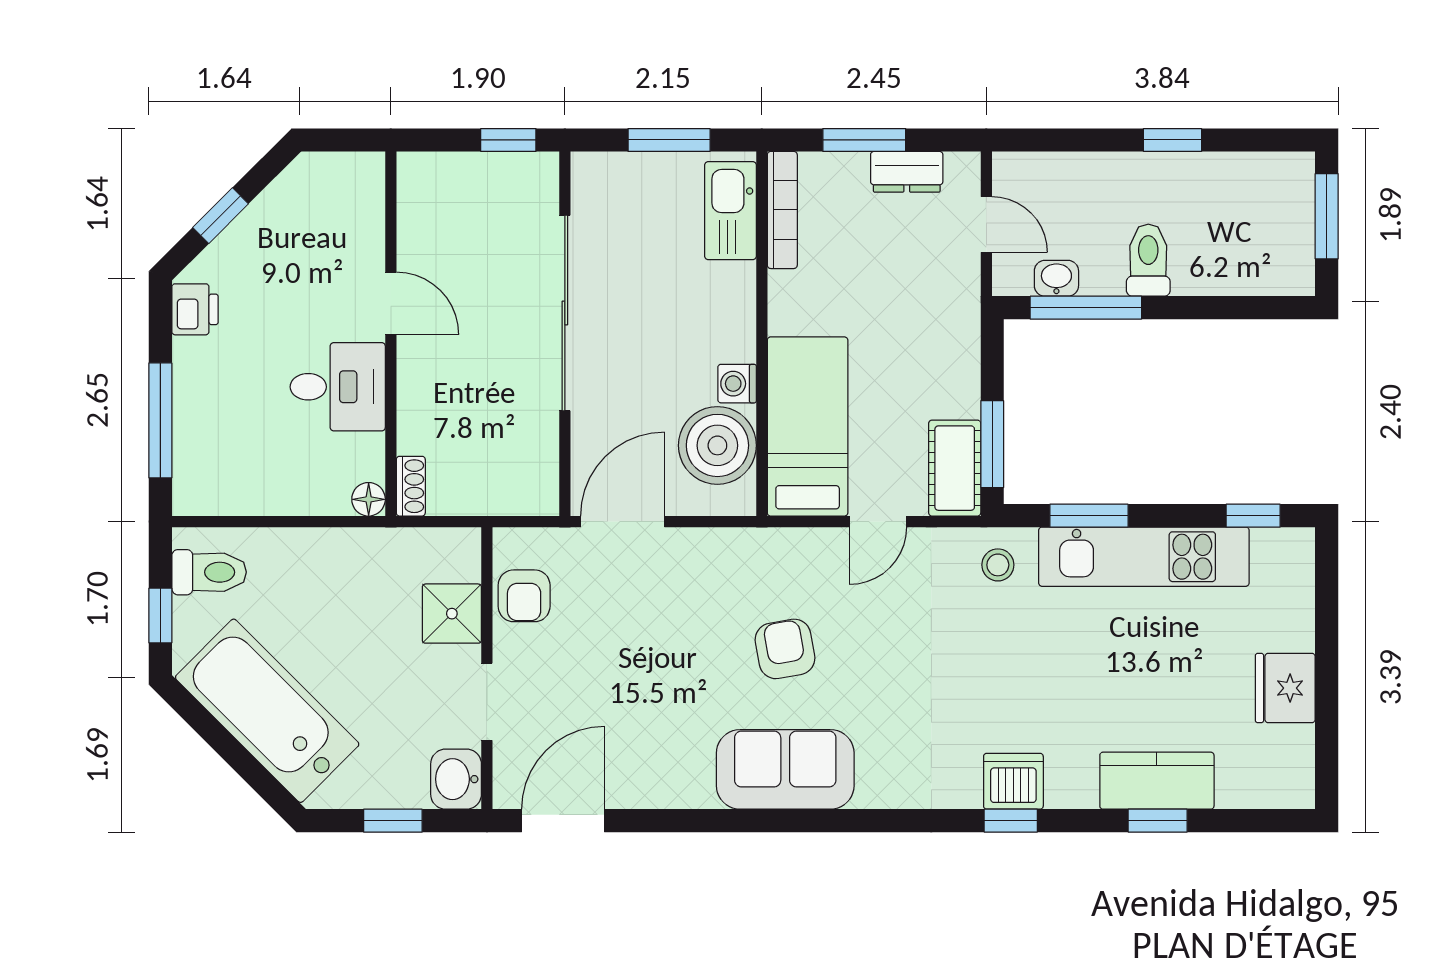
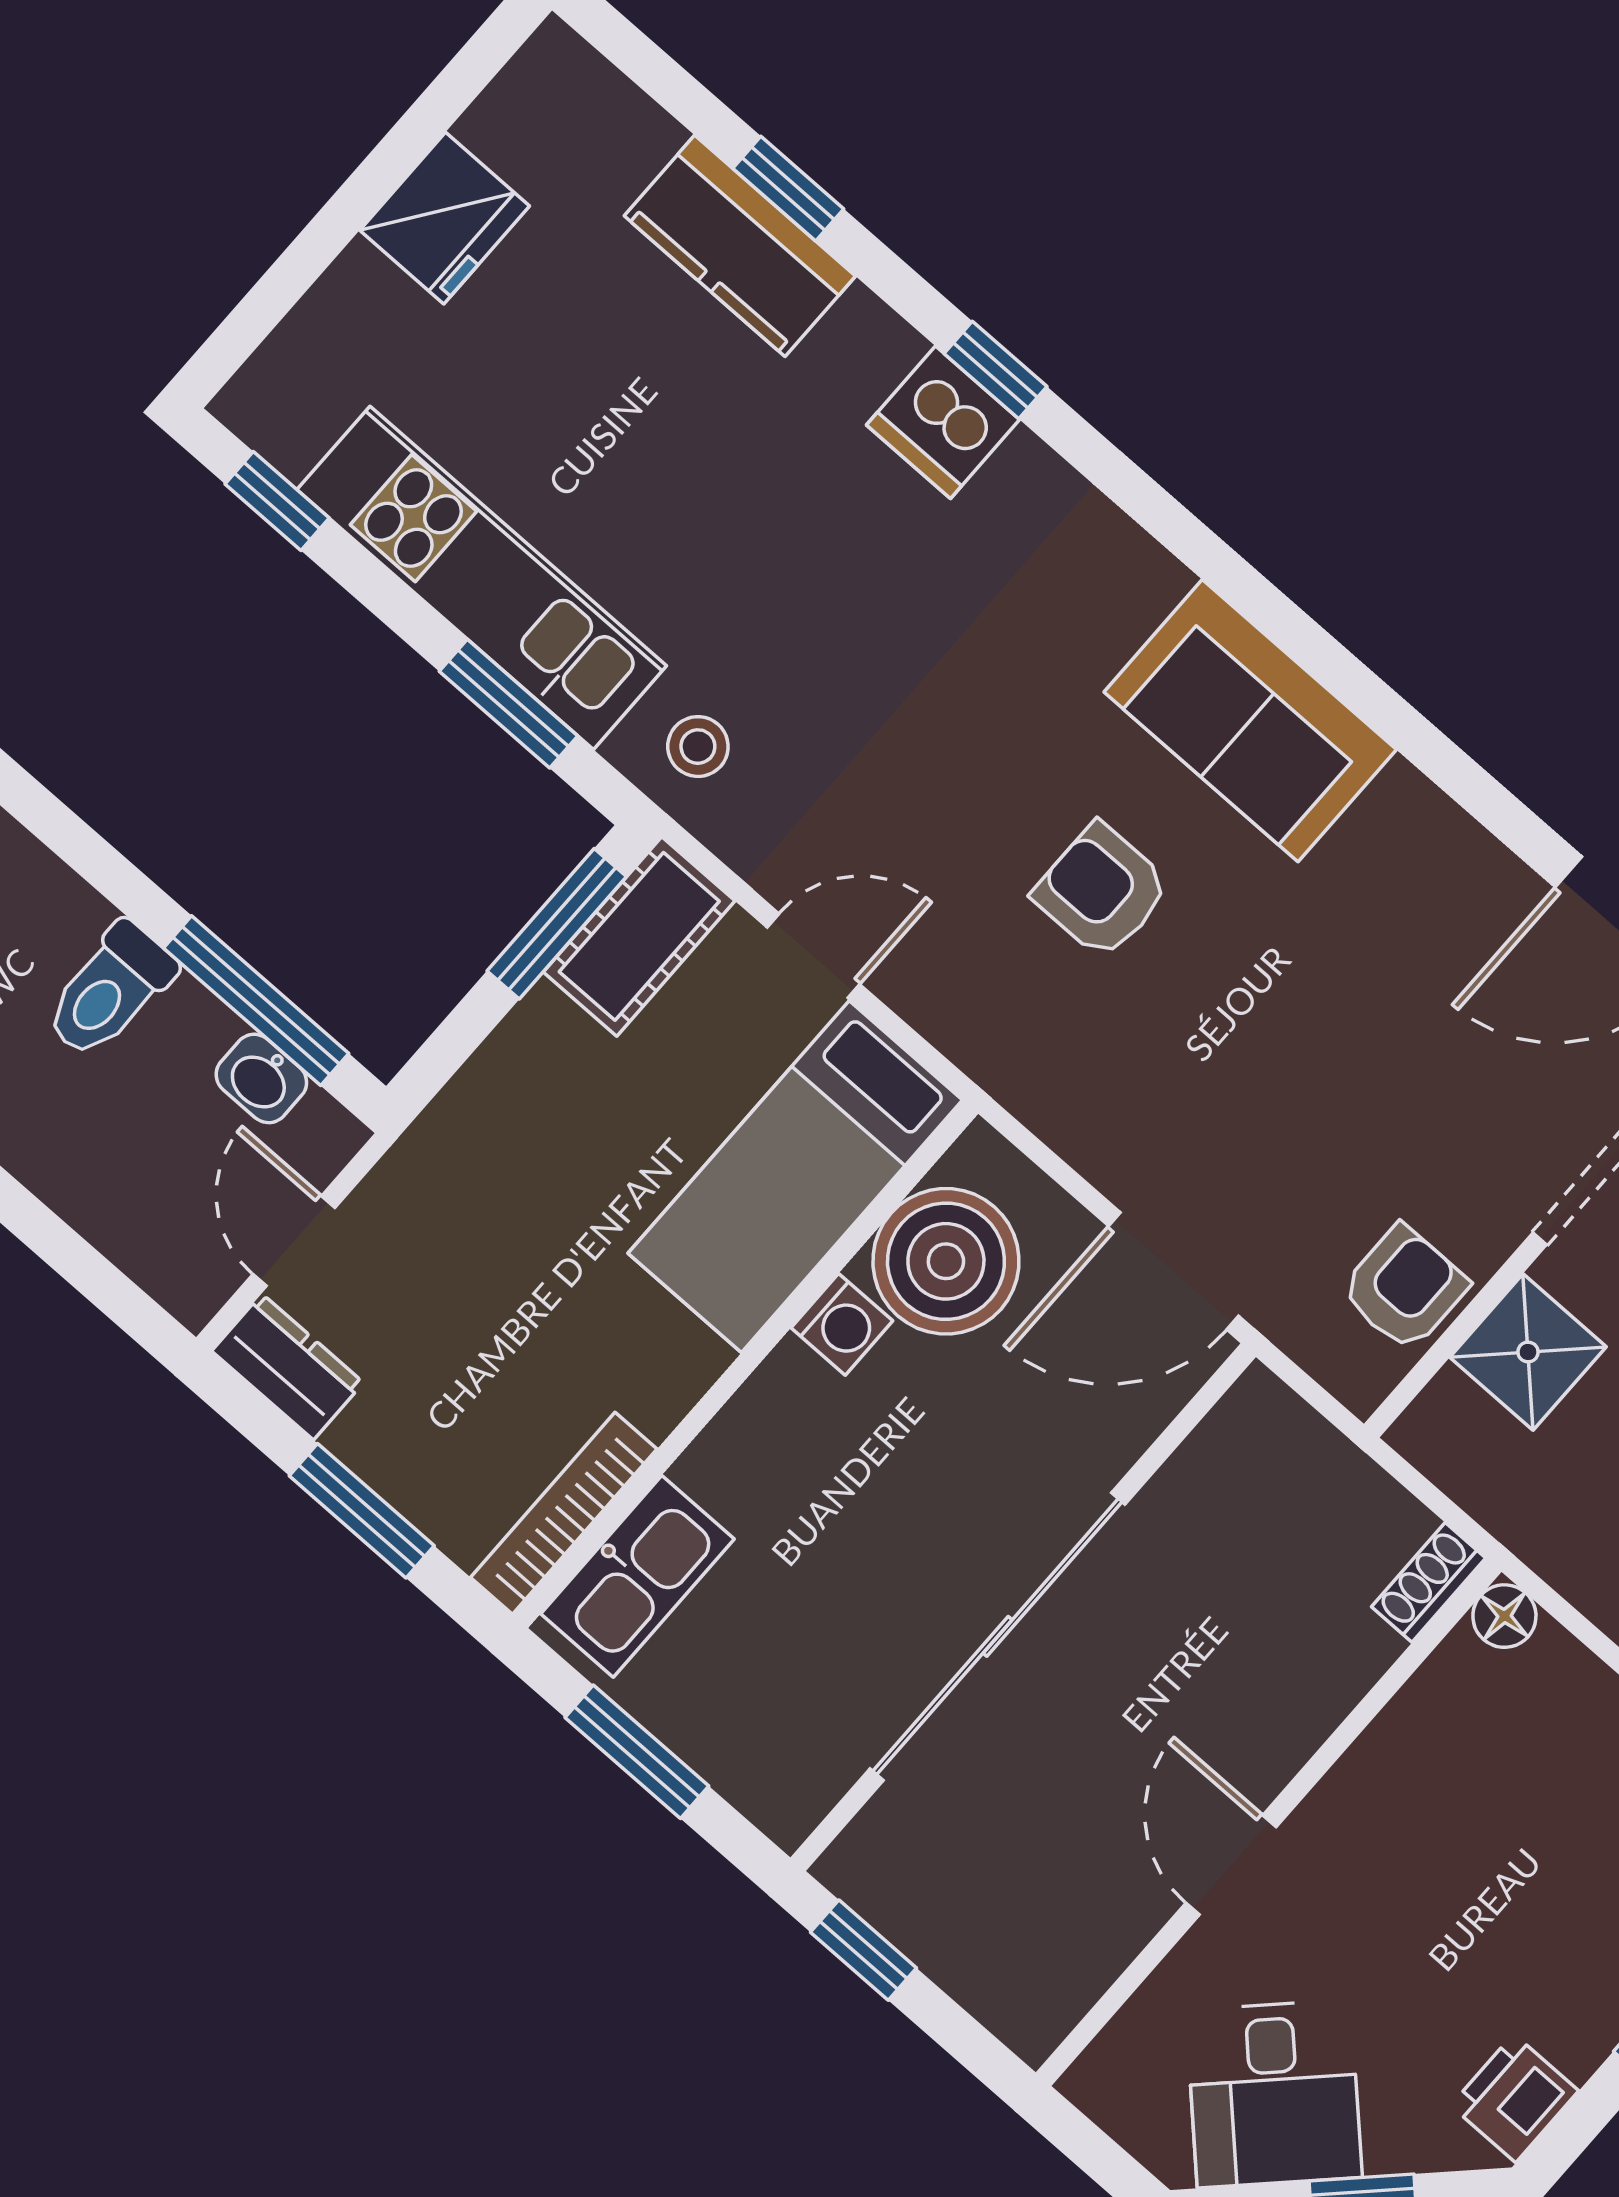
dresser: (907, 172) -> (288, 1367), moved
desk: (338, 387) -> (1274, 2094), moved, turned -135
armchair: (785, 649) -> (1102, 891), turned 100

